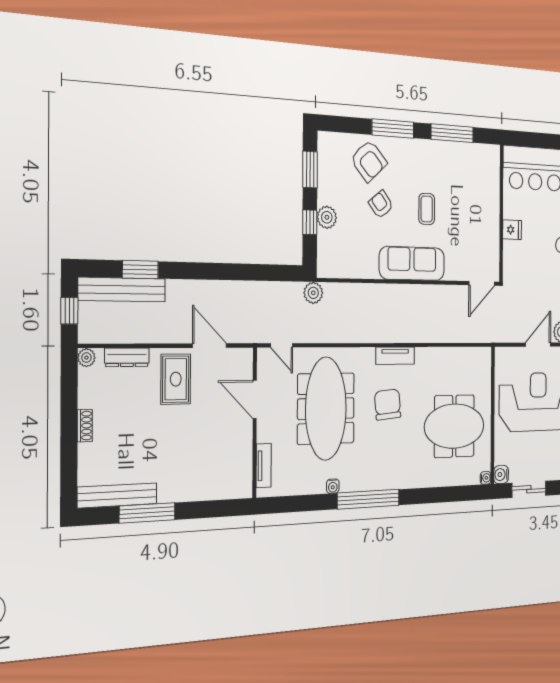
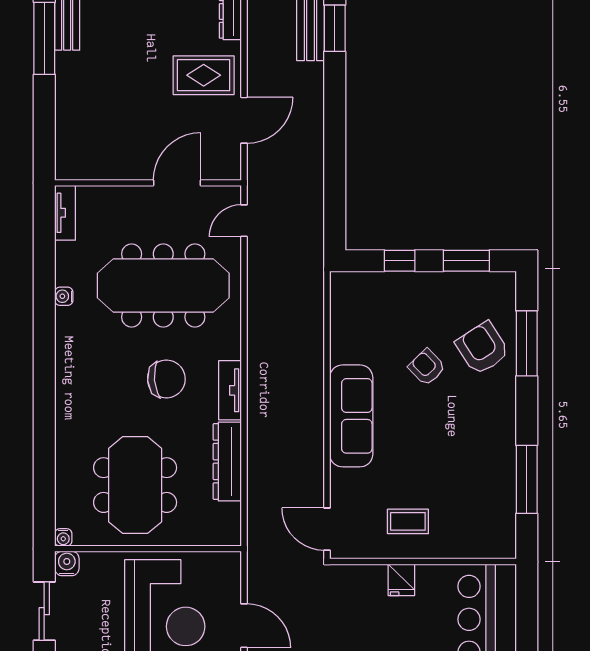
window: (393, 128) -> (527, 343), moved
armchair: (369, 161) -> (482, 348), turned 99
armchair: (381, 204) -> (427, 367), turned -96
coffee table: (427, 209) -> (408, 521), moved
plant: (327, 217) -> (407, 286), removed
plant: (313, 293) -> (310, 266), removed
dresser: (440, 357) -> (227, 462), added
tv unit: (264, 466) -> (65, 213), moved, turned -90
window: (368, 499) -> (44, 350), removed

